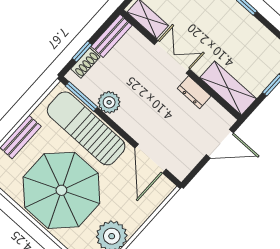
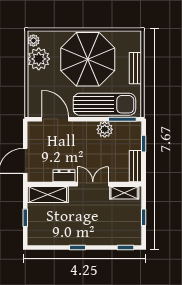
double door: (172, 57) -> (93, 184), swing flipped
shoe rack: (85, 63) -> (136, 139), removed

